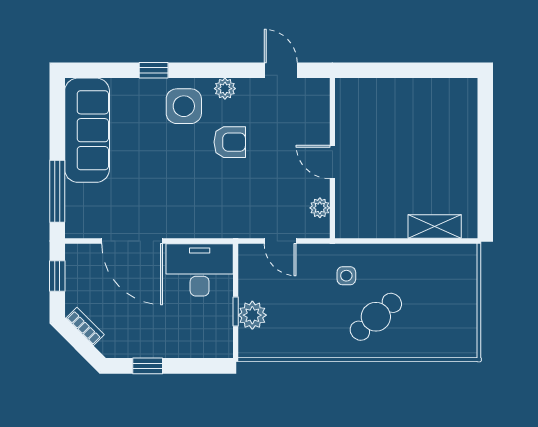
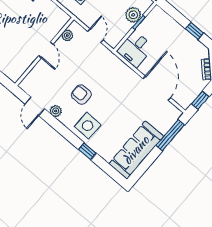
plant: (225, 89) -> (56, 111), moved
desk: (200, 270) -> (135, 49), width x0.73

